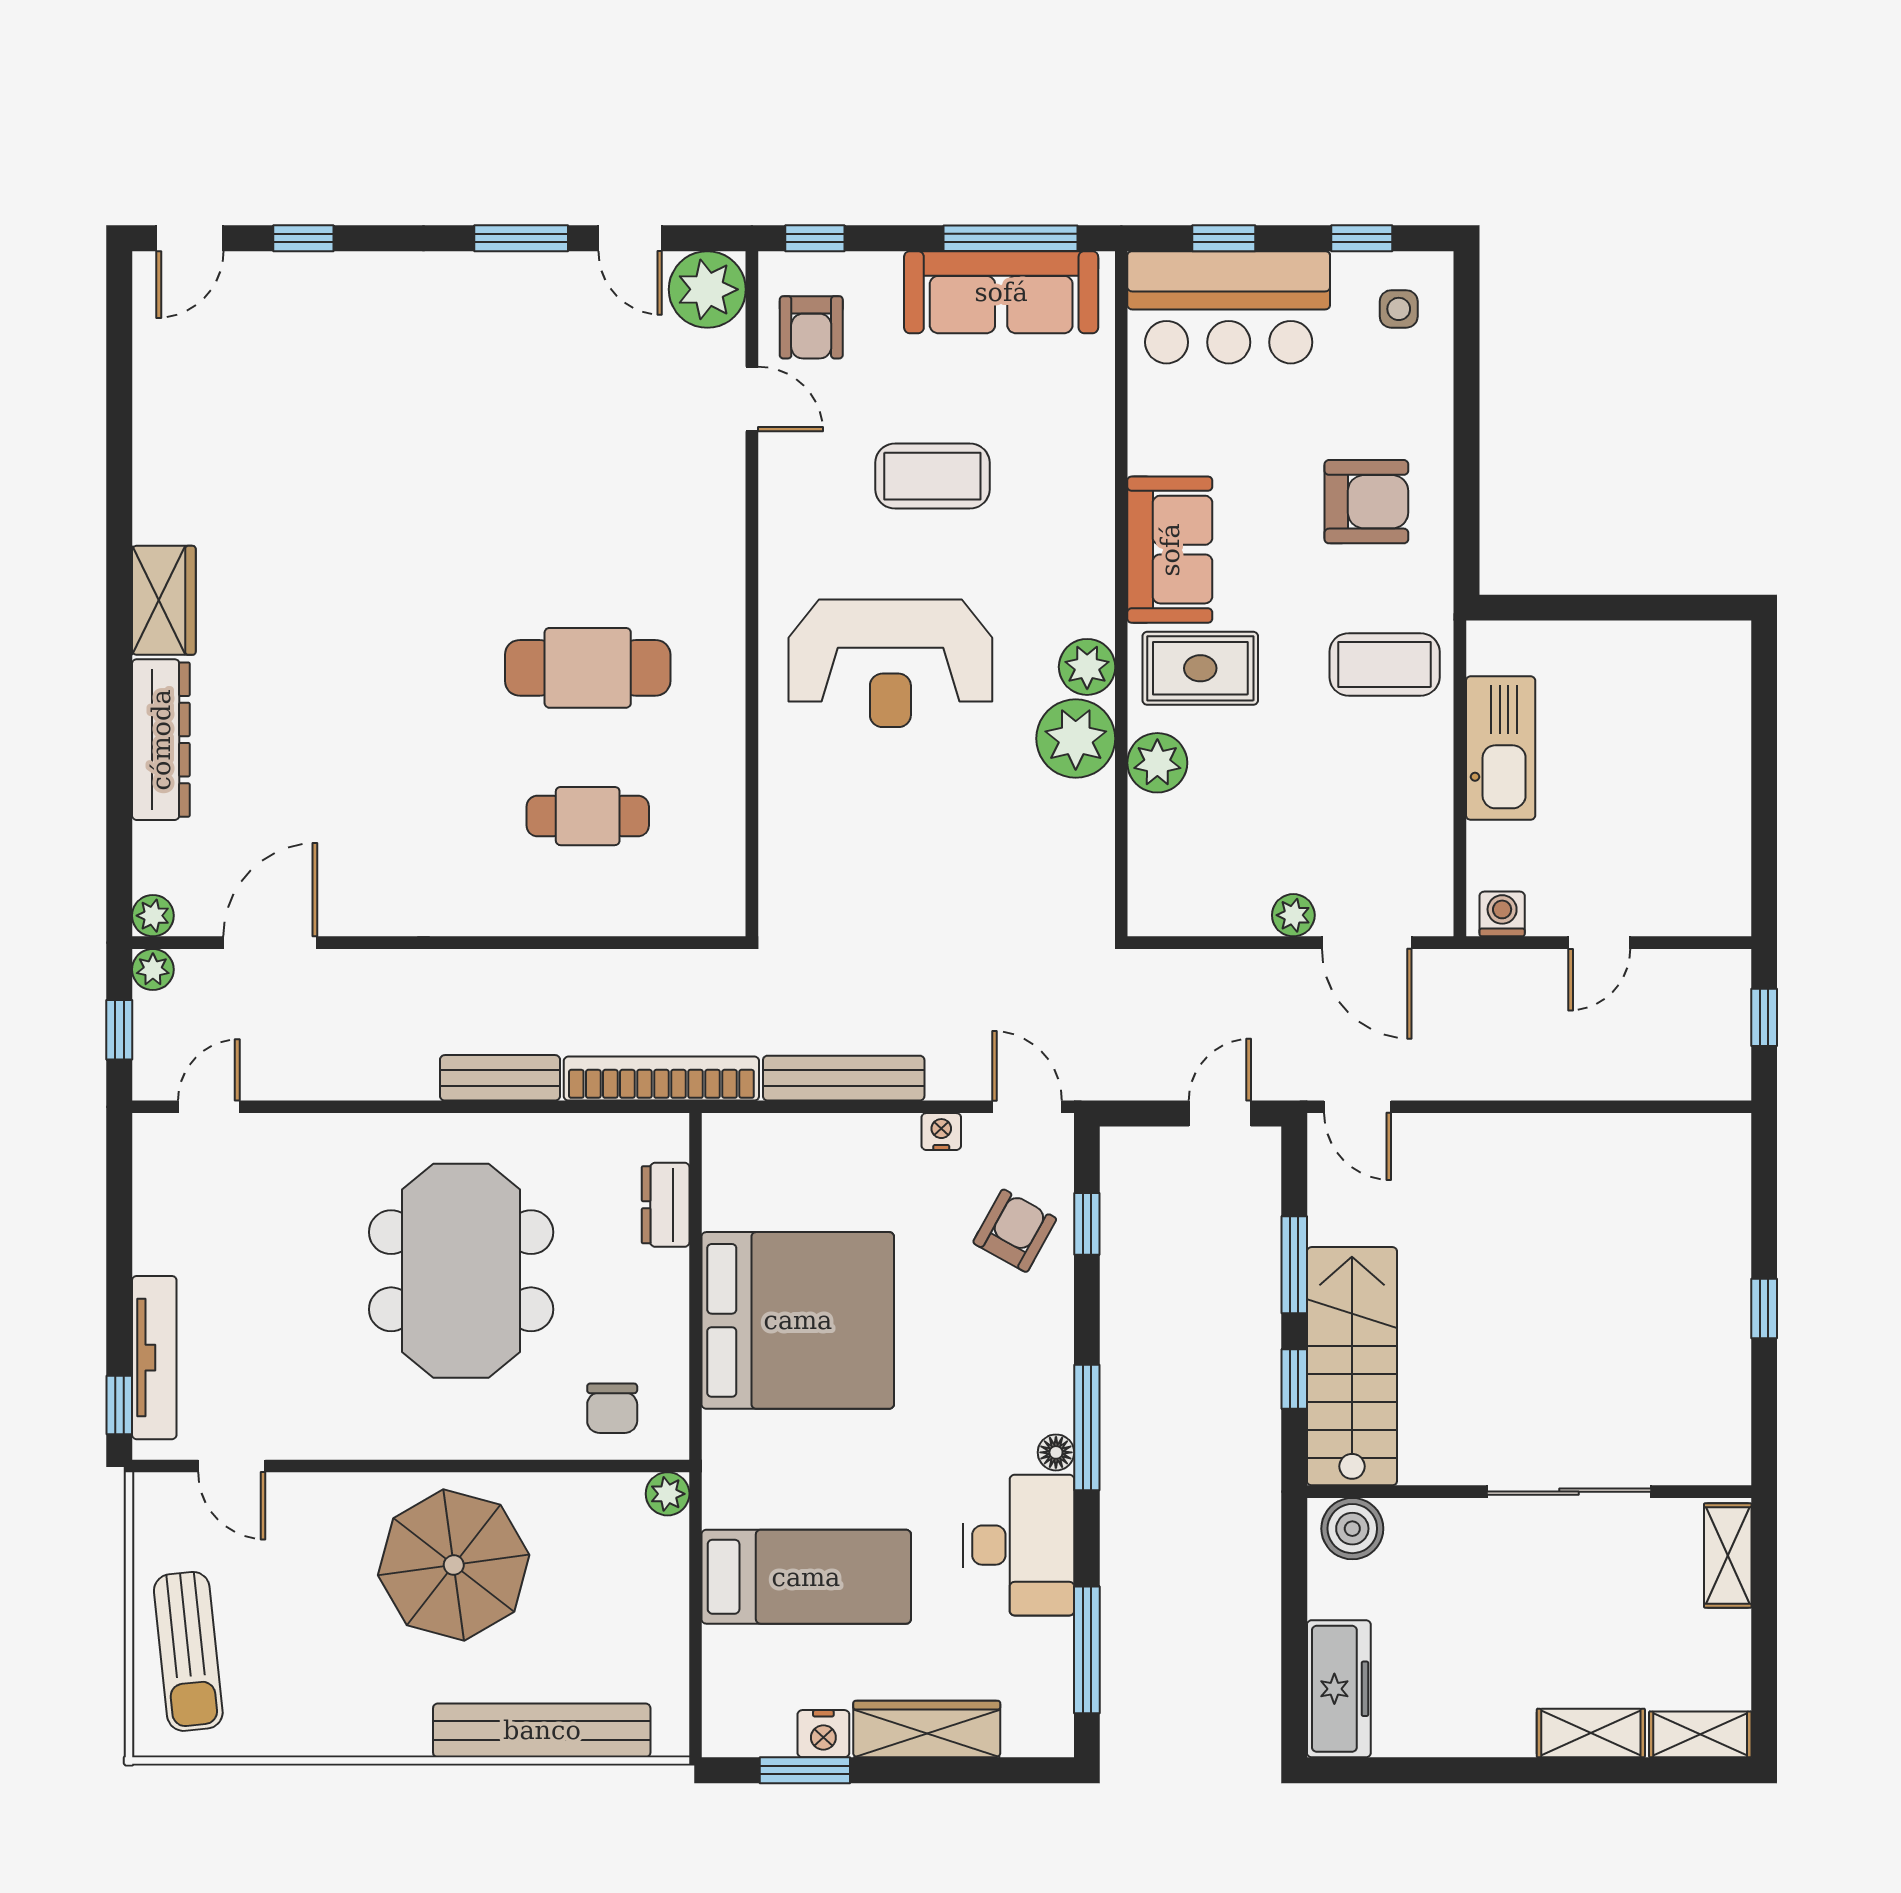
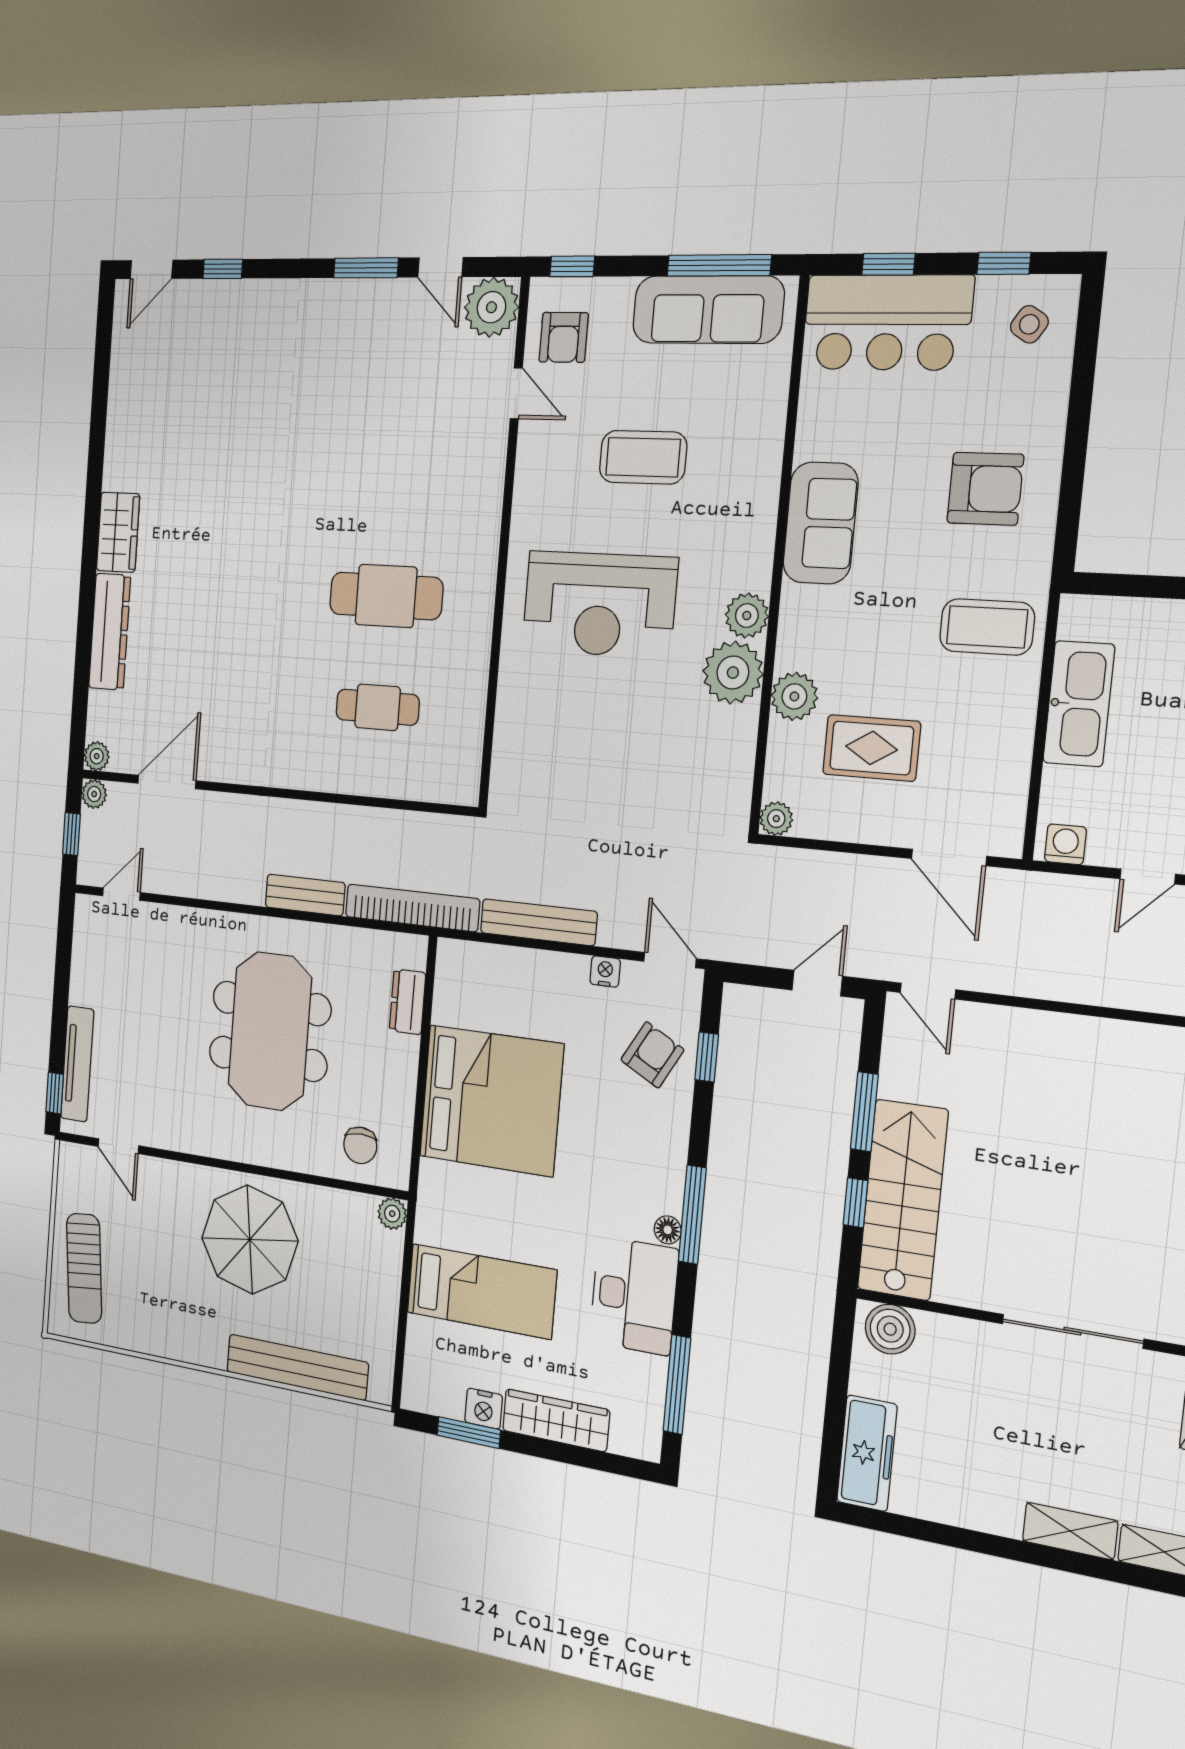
side table: (1399, 309) -> (1029, 324), turned 33
rug: (1200, 668) -> (871, 748), moved
plant: (1293, 915) -> (776, 819), moved

